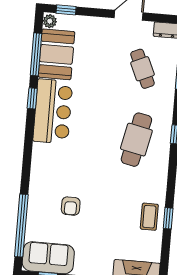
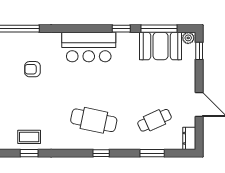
bar counter: (53, 111) -> (89, 47), moved

